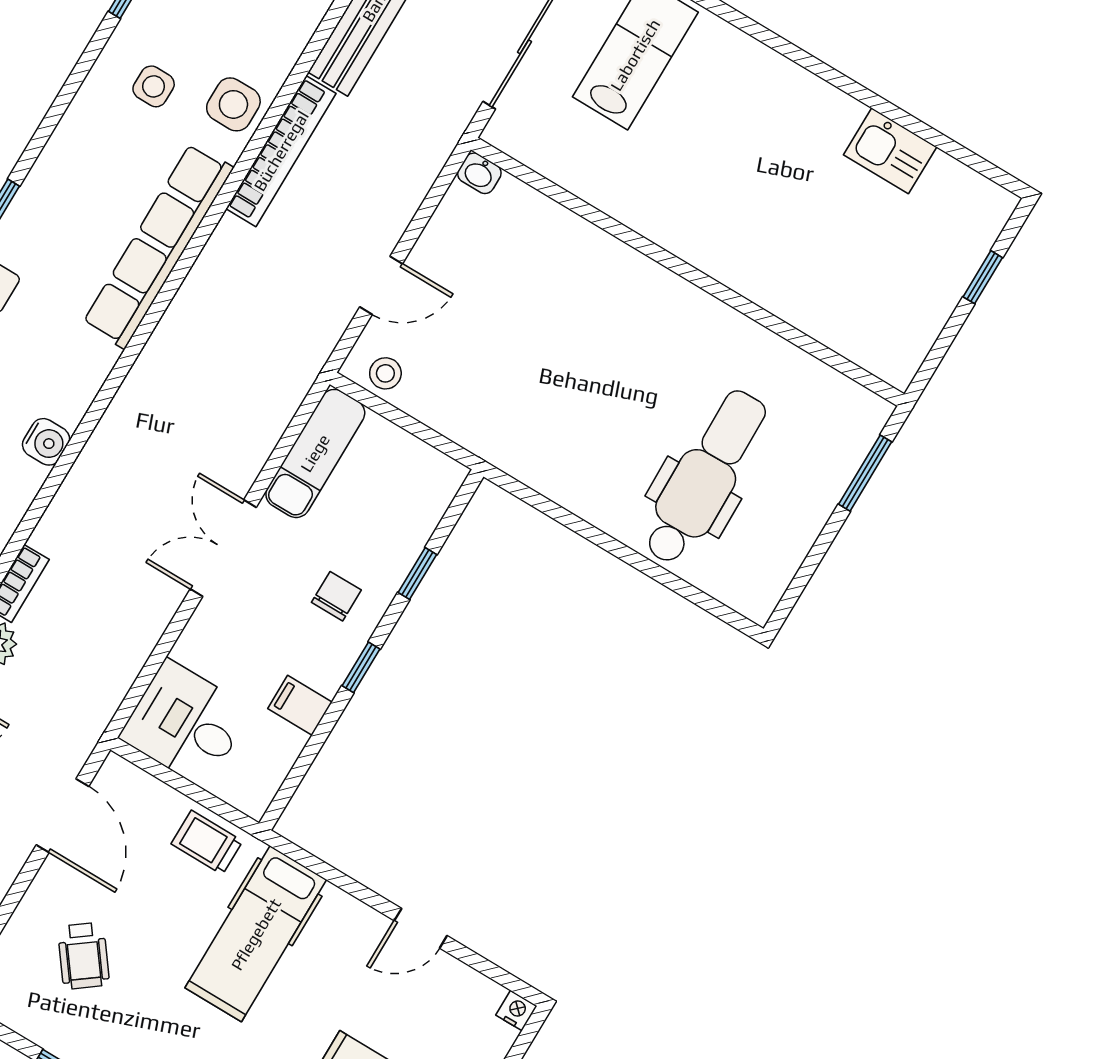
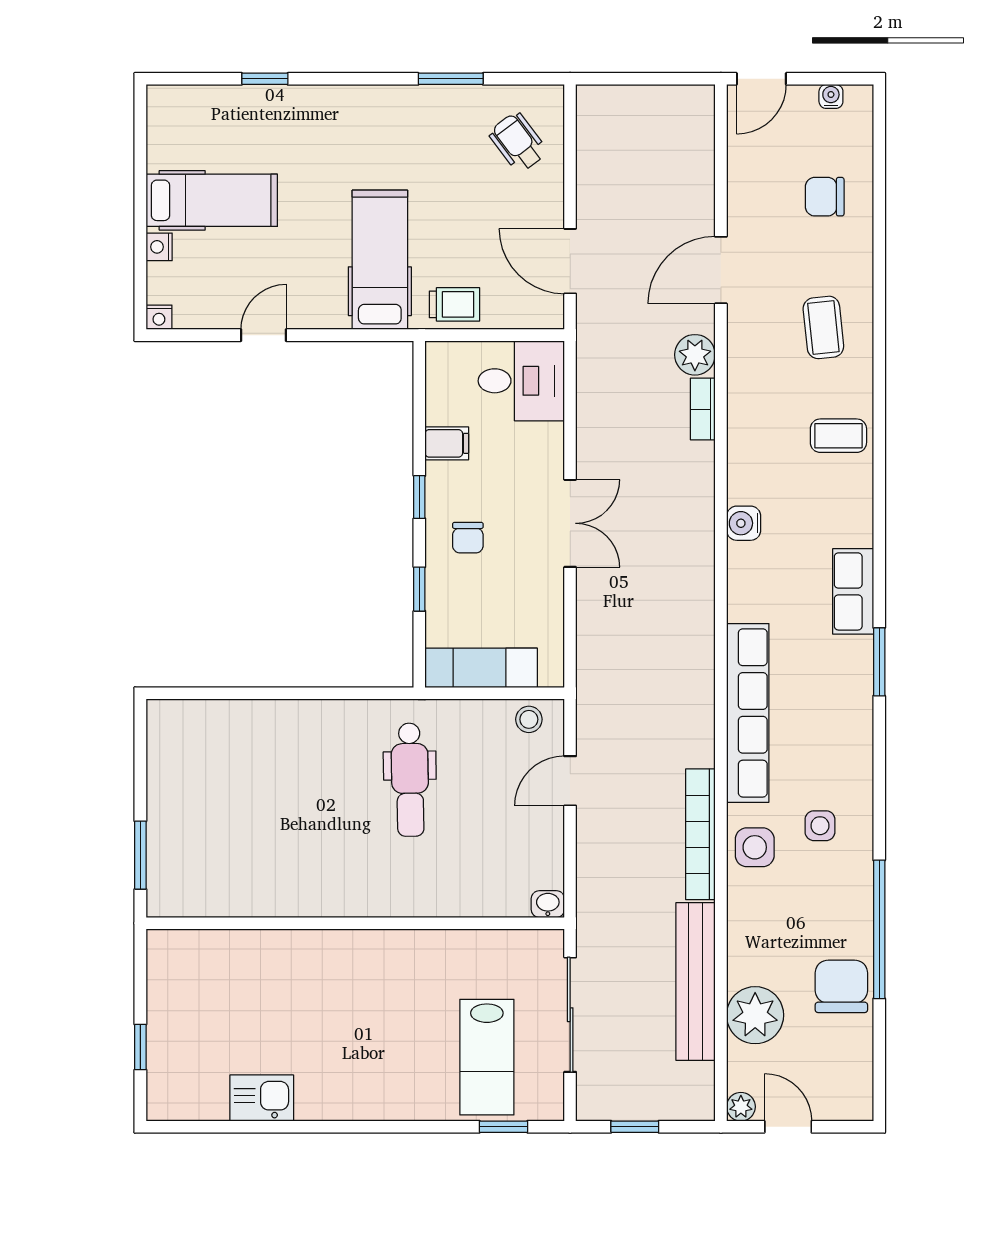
exam couch: (315, 453) -> (481, 668), moved, turned 90
dental chair: (705, 477) -> (410, 780), moved, width x0.73, depth x0.72
wheelchair: (83, 956) -> (518, 142), moved

